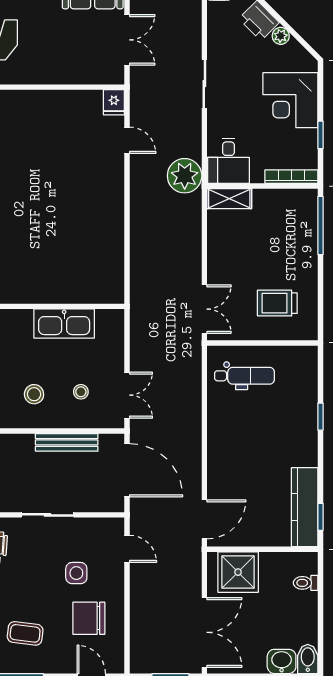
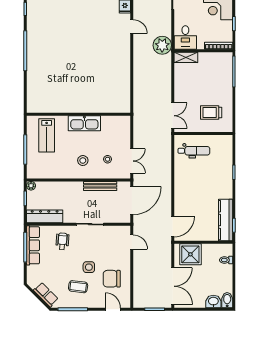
kitchen sink: (64, 324) -> (84, 123), moved
door: (127, 470) -> (132, 201), hinge flipped
side table: (76, 573) -> (89, 267), moved

